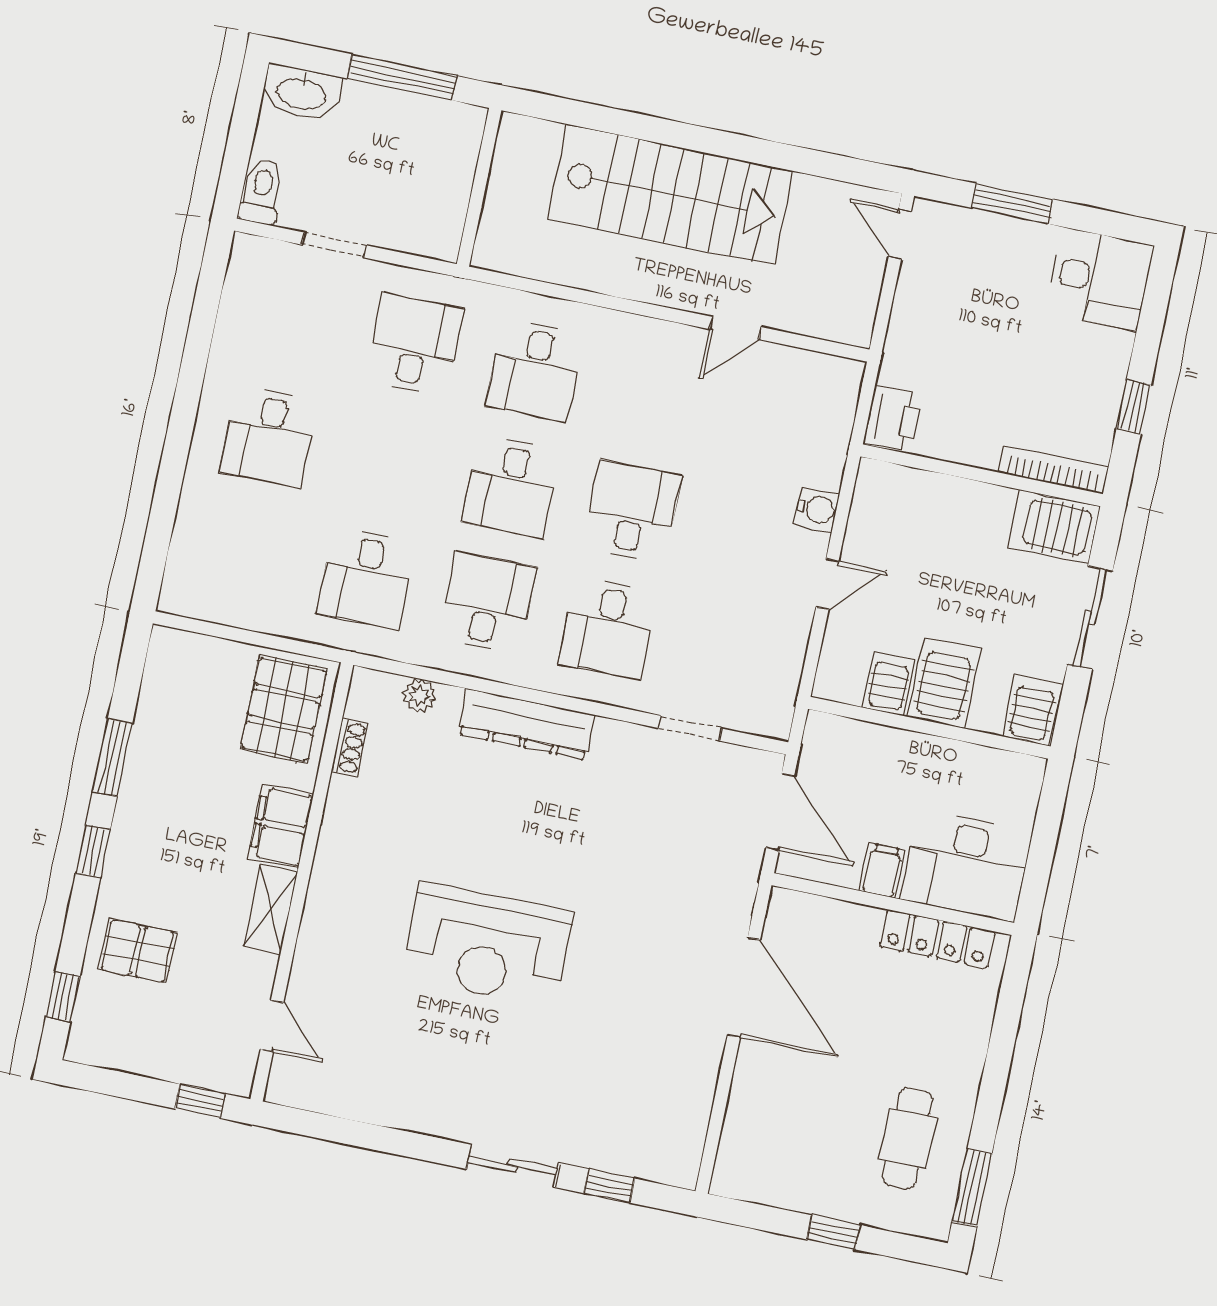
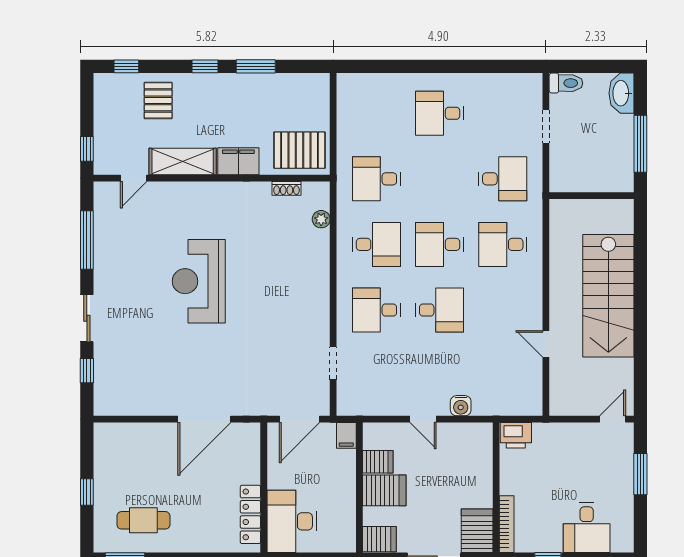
desk: (1100, 279) -> (587, 528), moved
dresser: (526, 724) -> (318, 278), removed
filing cabinet: (882, 871) -> (346, 435), moved, turned 90
shelving: (270, 910) -> (183, 162), width x1.50, depth x1.33
window: (368, 1136) -> (87, 240), added

